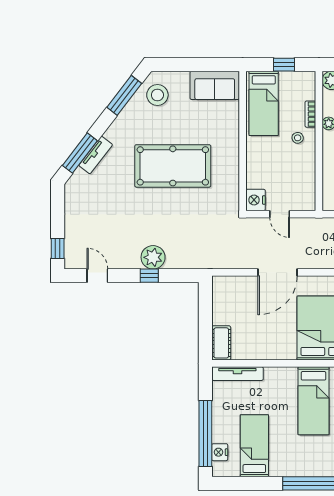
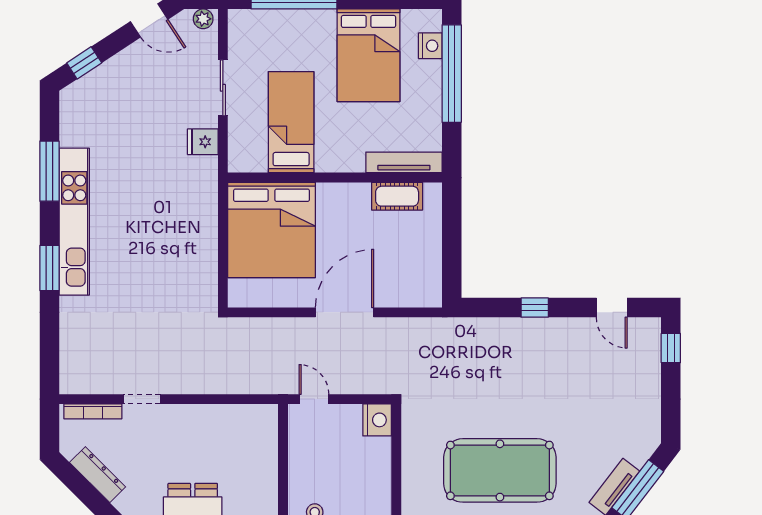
door: (280, 214) -> (314, 399), moved
plant: (153, 257) -> (529, 335), removed
cot: (221, 343) -> (397, 196), moved, turned 90
bed: (254, 446) -> (368, 55), width x1.50

